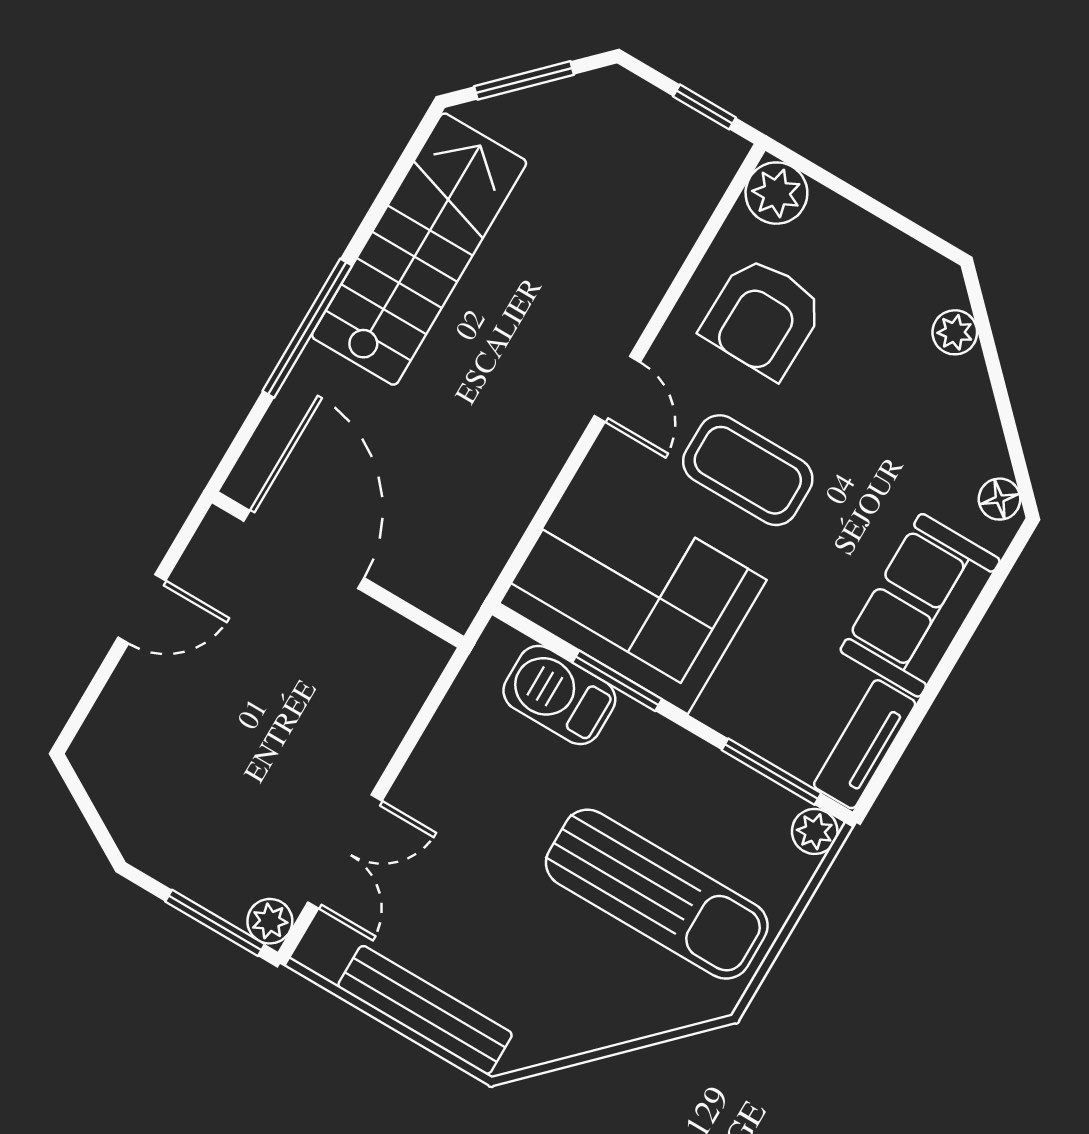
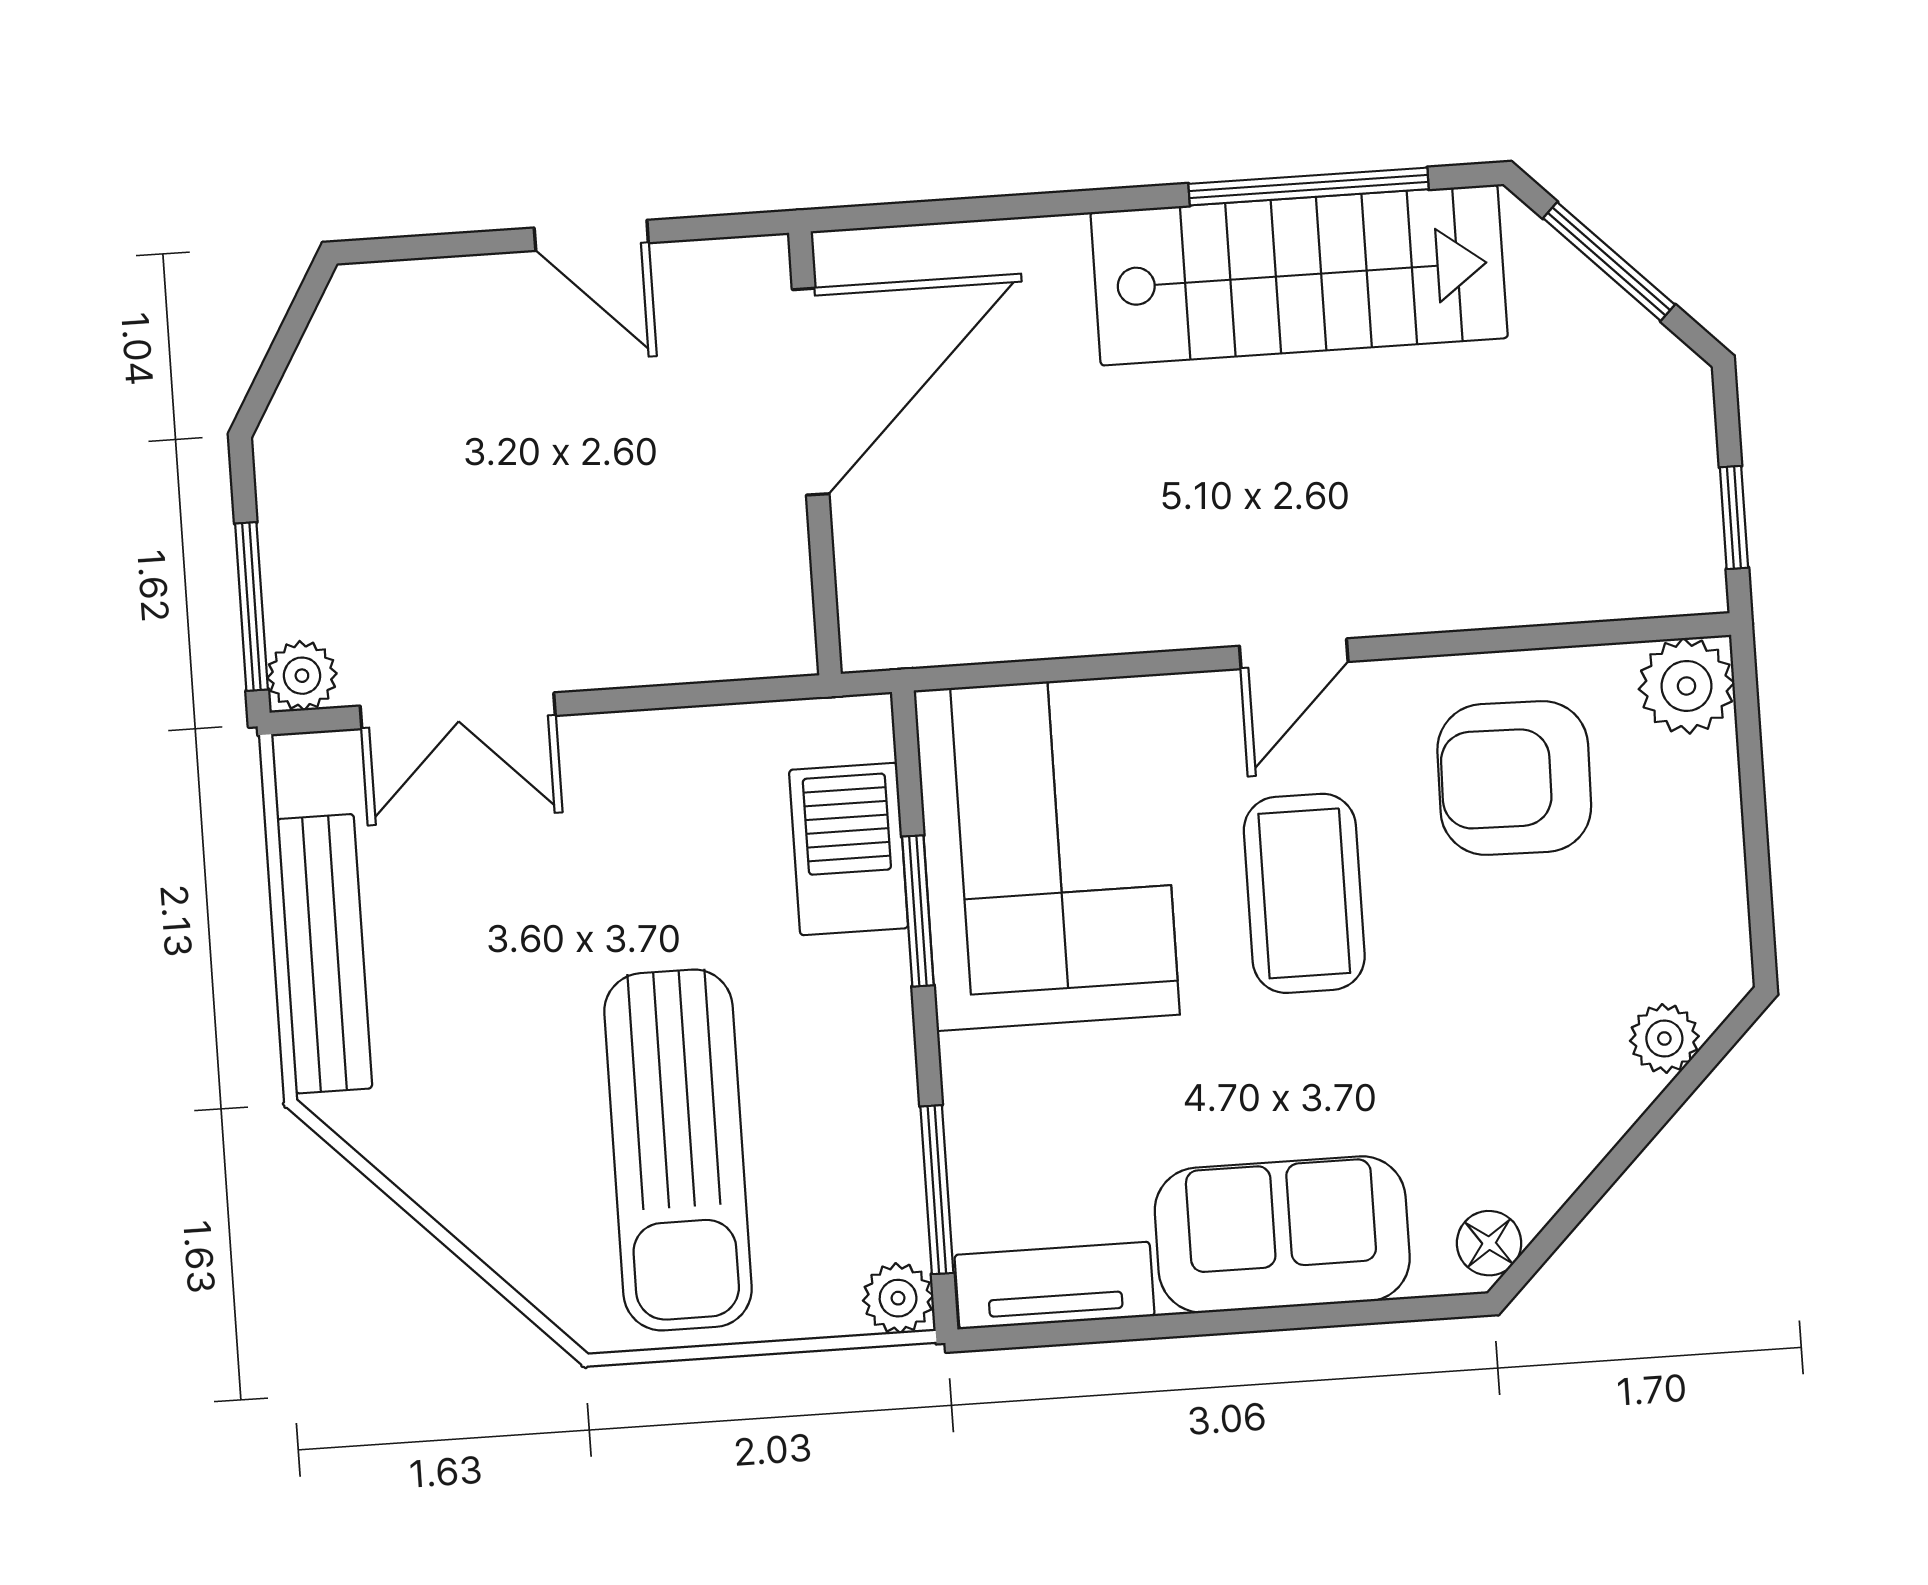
window: (307, 328) -> (1309, 186), moved

